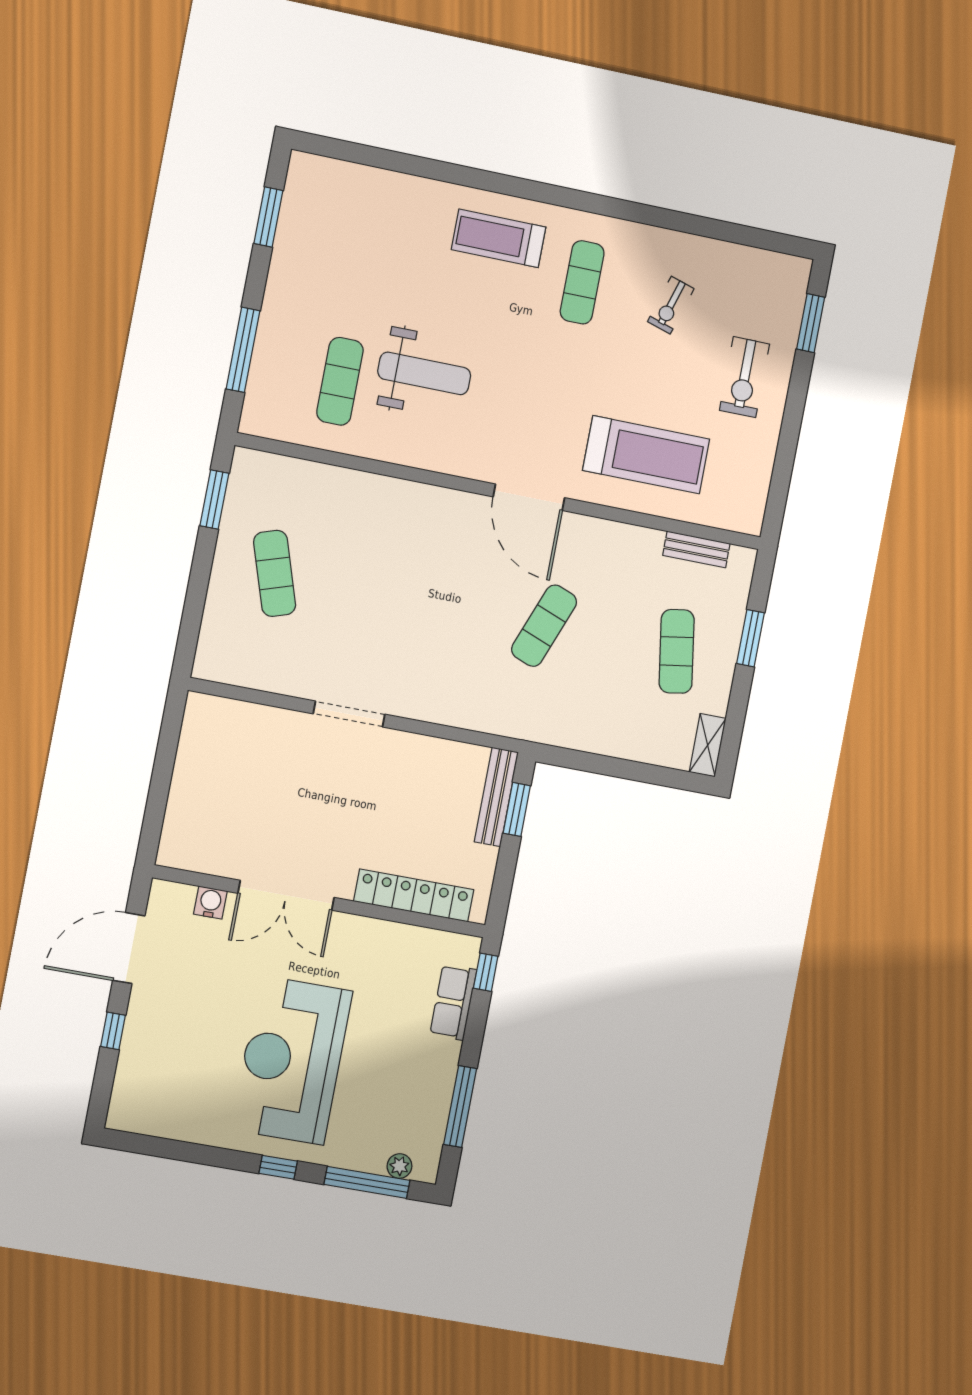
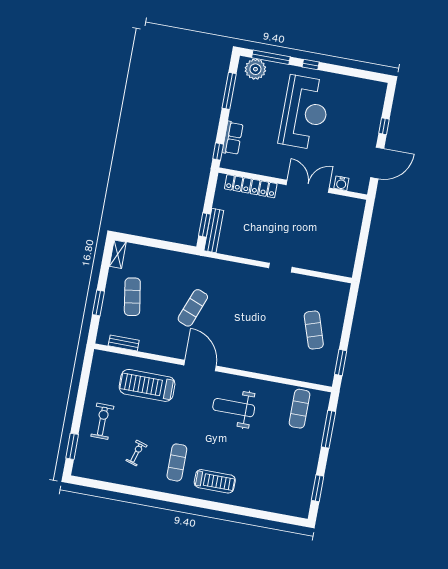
weight bench: (424, 373) -> (234, 408), moved
exercise mat: (340, 381) -> (300, 409), moved
doorway: (349, 714) -> (280, 268), width x0.73
plant: (399, 1166) -> (255, 69), width x1.87, depth x1.87

